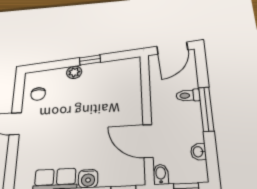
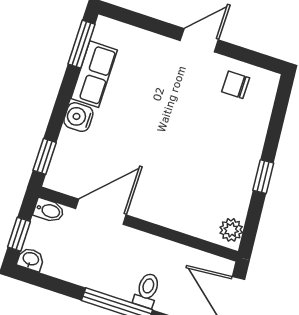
plant: (74, 72) -> (231, 230), moved
washbasin: (198, 152) -> (31, 259), moved

